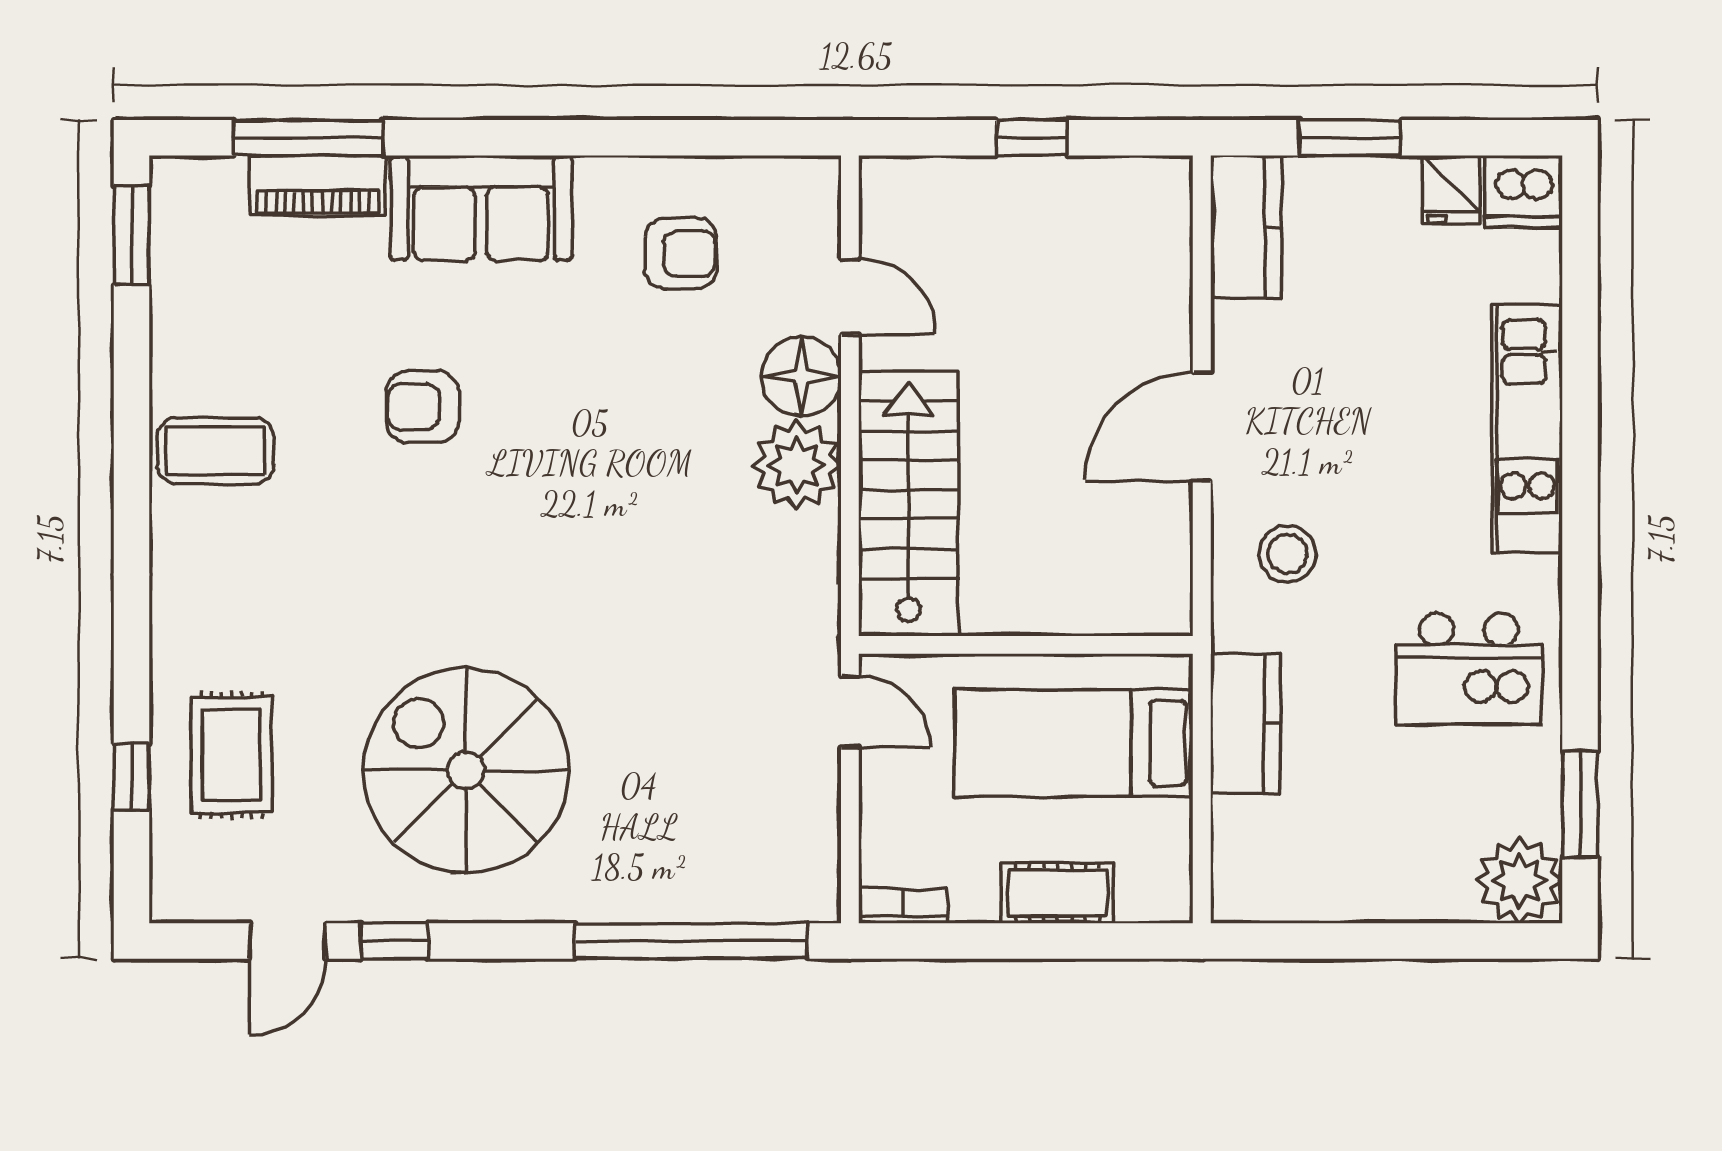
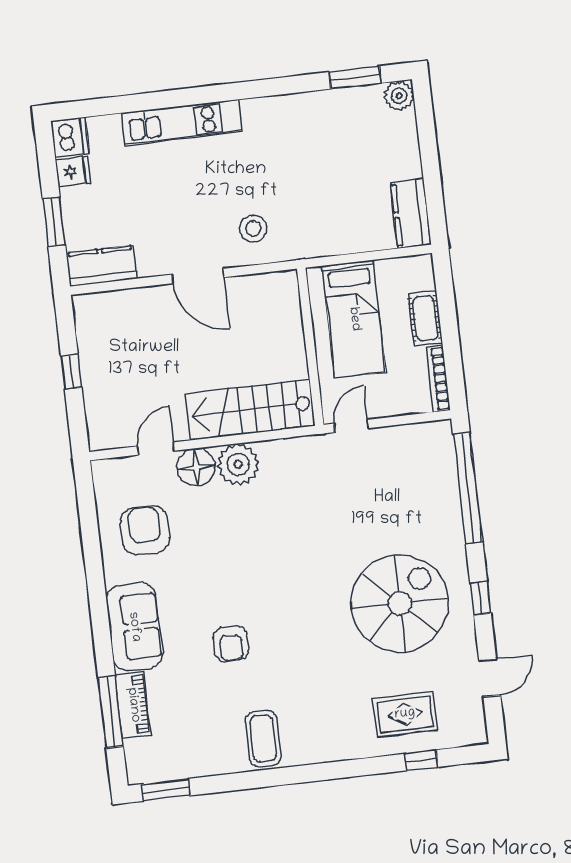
armchair: (681, 254) -> (145, 530), width x1.38, depth x1.38
kitchen island: (1469, 669) -> (297, 137), removed
kitchen counter: (1246, 723) -> (411, 214), moved, turned -90
spiral stairs: (466, 770) -> (400, 603), turned 180
plant: (1520, 881) -> (399, 96), width x0.73, depth x0.73
bookcase: (903, 906) -> (438, 379), width x1.56
door: (288, 941) -> (490, 678), hinge flipped
window: (394, 941) -> (480, 598), moved

